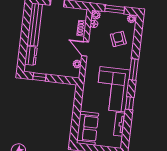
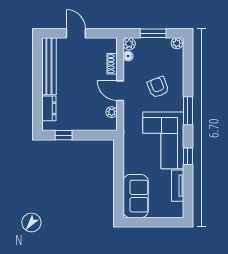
armchair: (118, 39) -> (158, 87), moved

